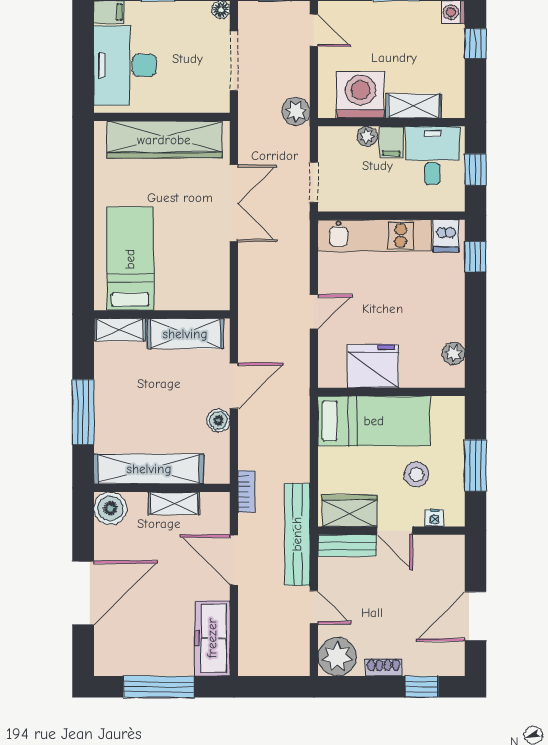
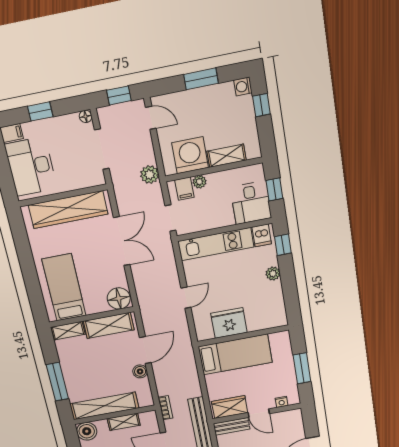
filing cabinet: (391, 142) -> (184, 189), moved
desk: (432, 155) -> (251, 203), moved, turned 180
floor lamp: (210, 293) -> (119, 298), added
plant: (454, 353) -> (273, 274), moved
stool: (416, 474) -> (267, 380), removed

